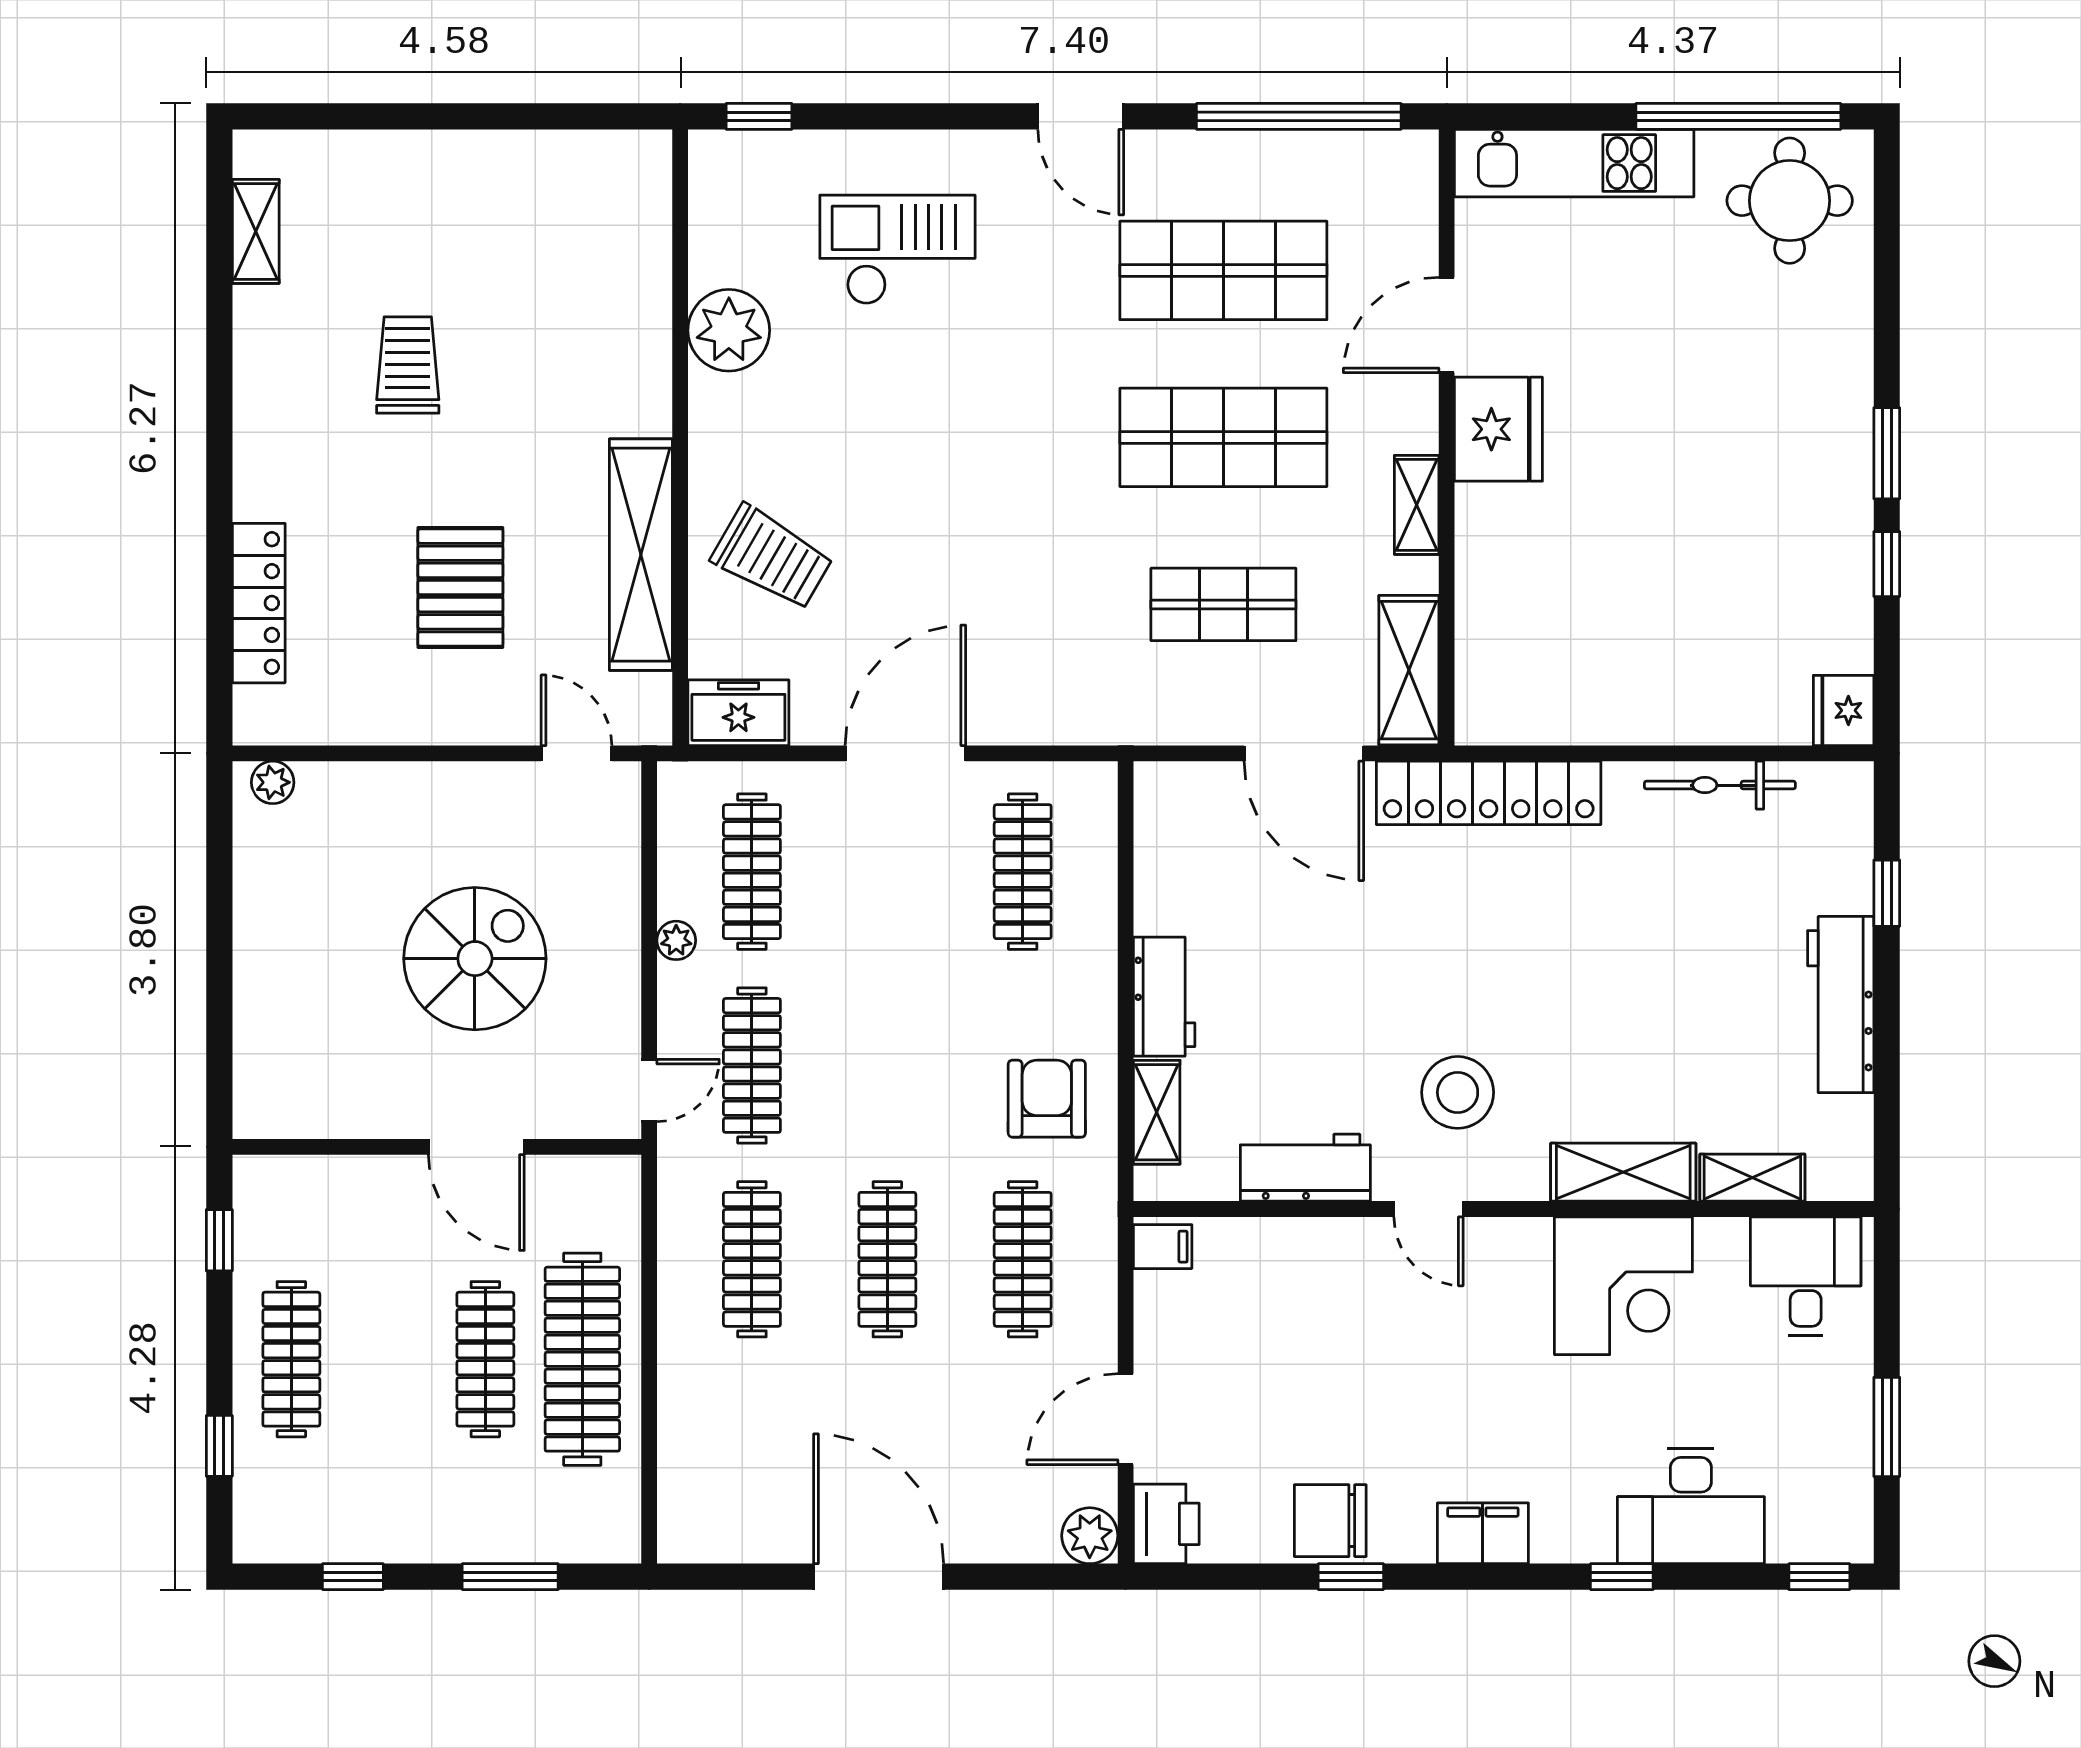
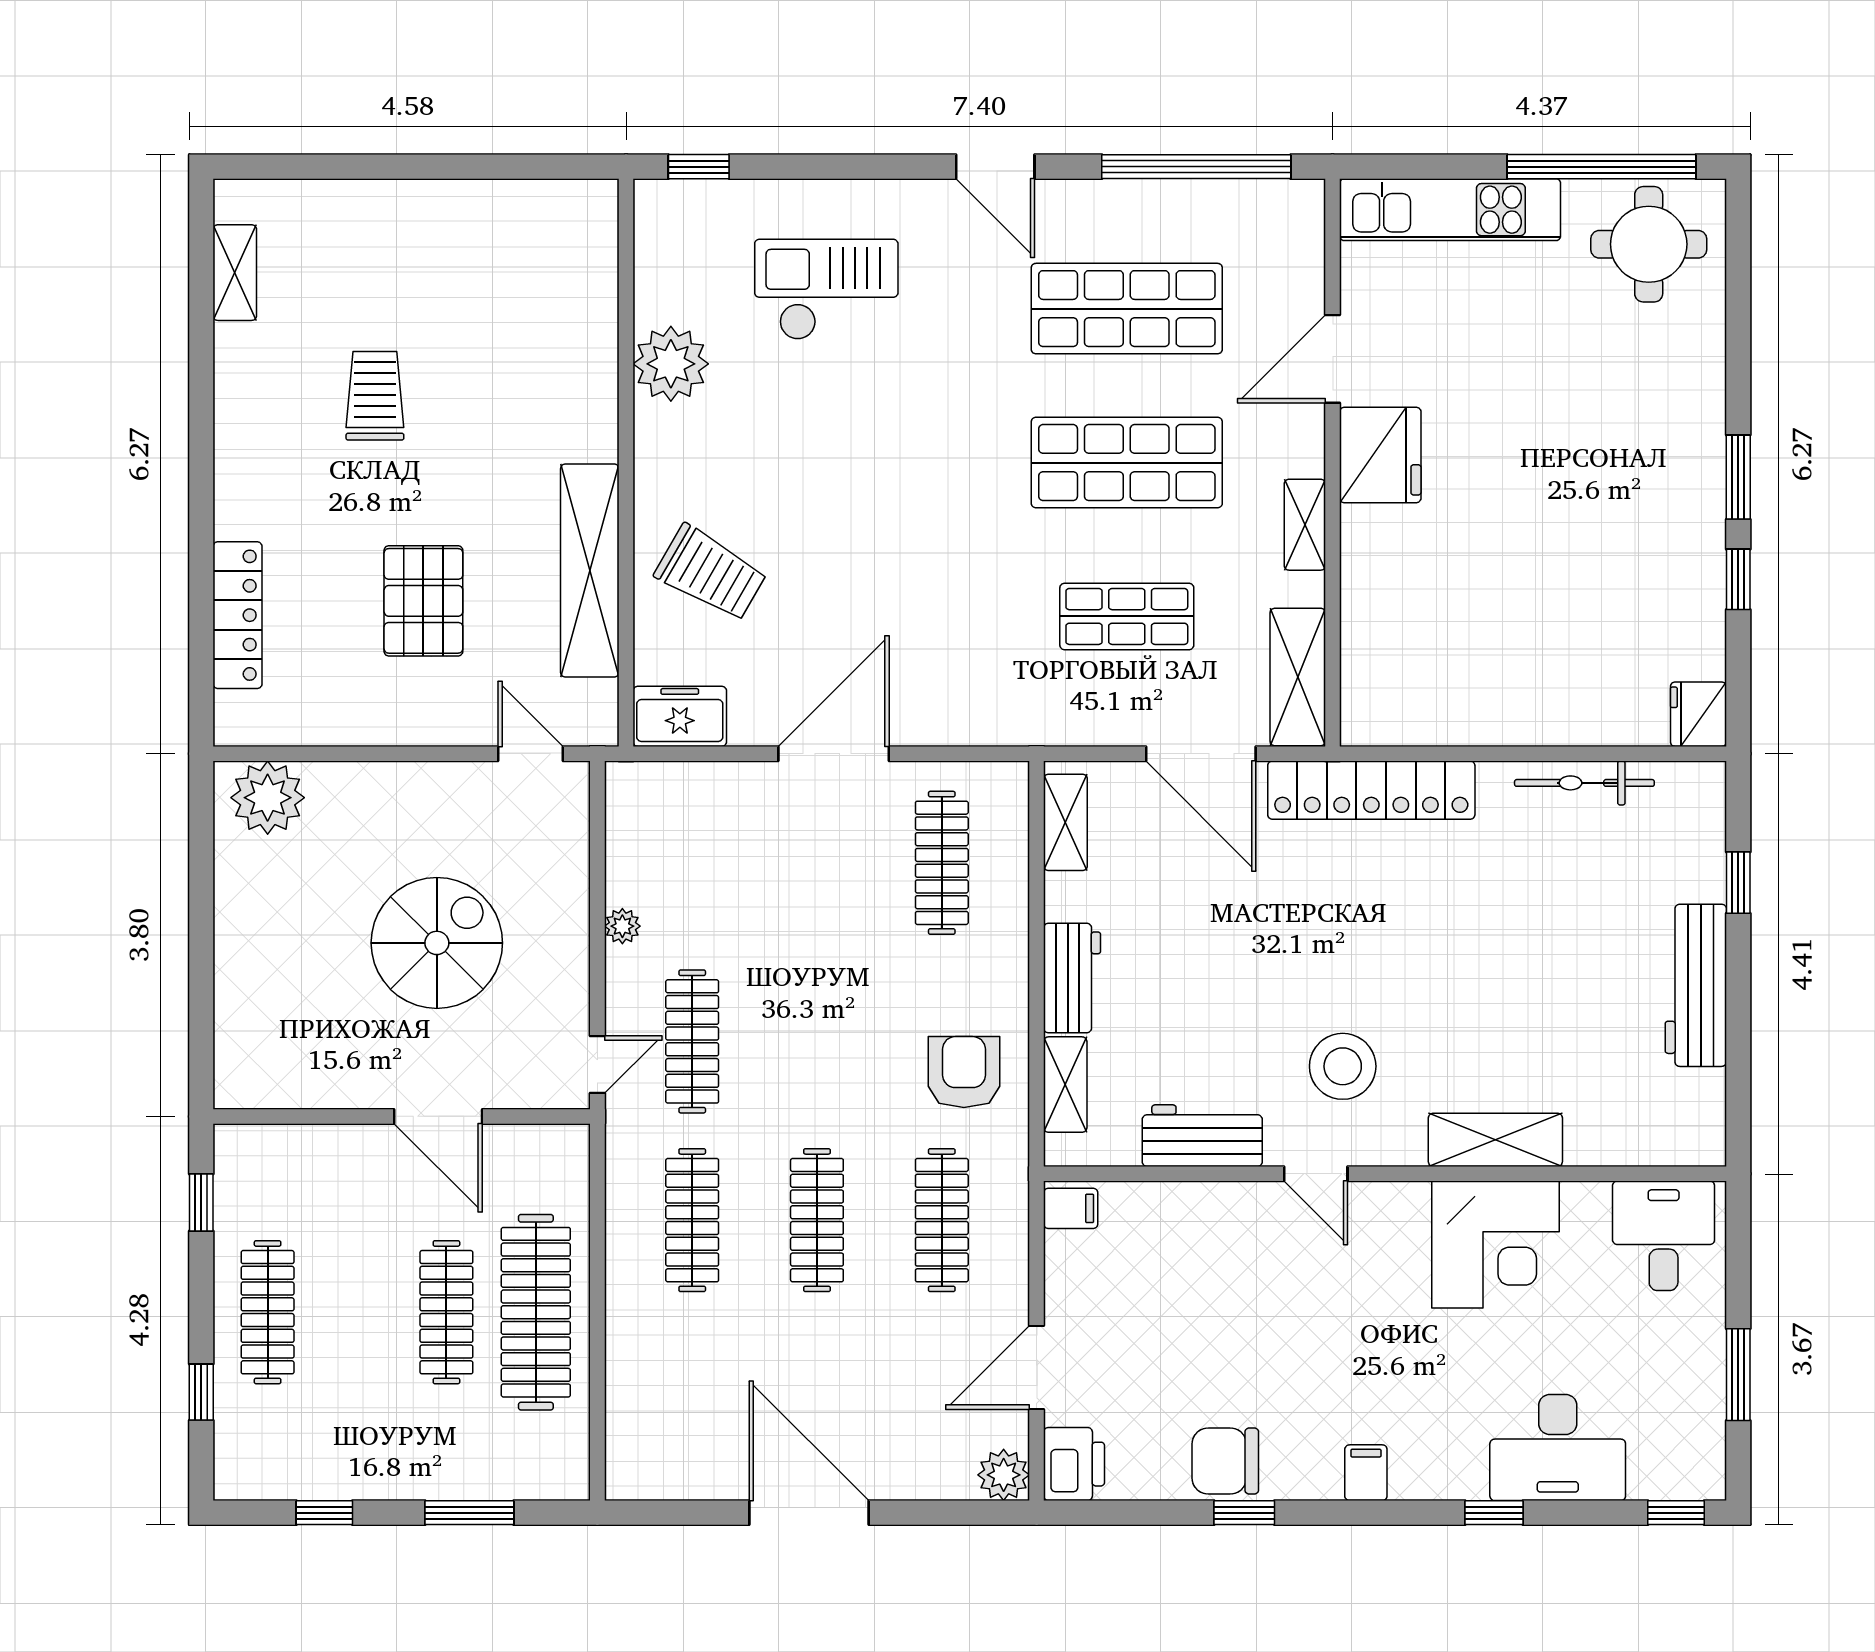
plant: (273, 782) -> (268, 798), width x1.87, depth x1.87
clothes rail: (752, 872) -> (692, 863), removed
shelving: (1752, 1178) -> (1065, 822), moved, turned 90
filing cabinet: (1483, 1533) -> (1366, 1473), width x0.50

